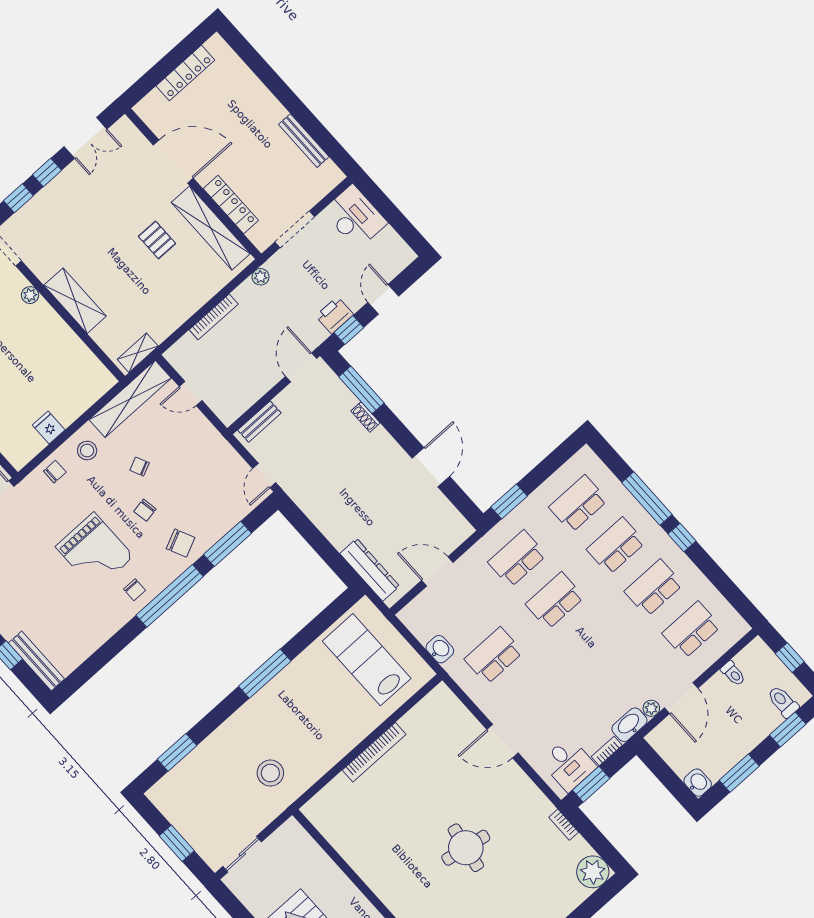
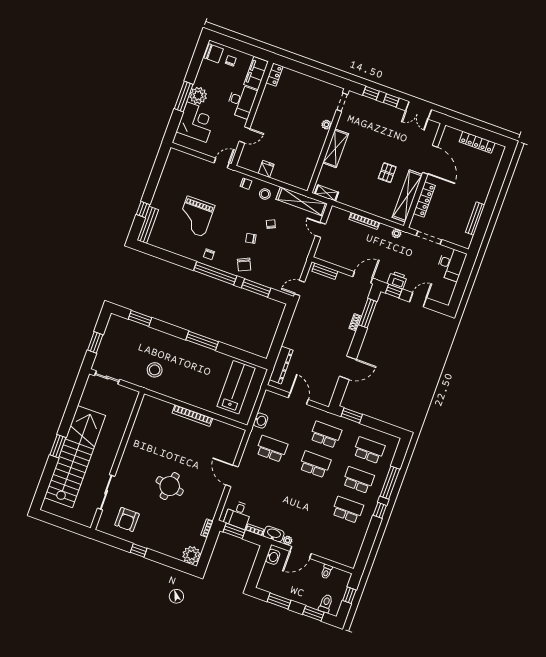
grand piano: (95, 552) -> (196, 216), moved
school desk: (691, 630) -> (337, 539), removed
washbasin: (698, 783) -> (273, 557), moved

